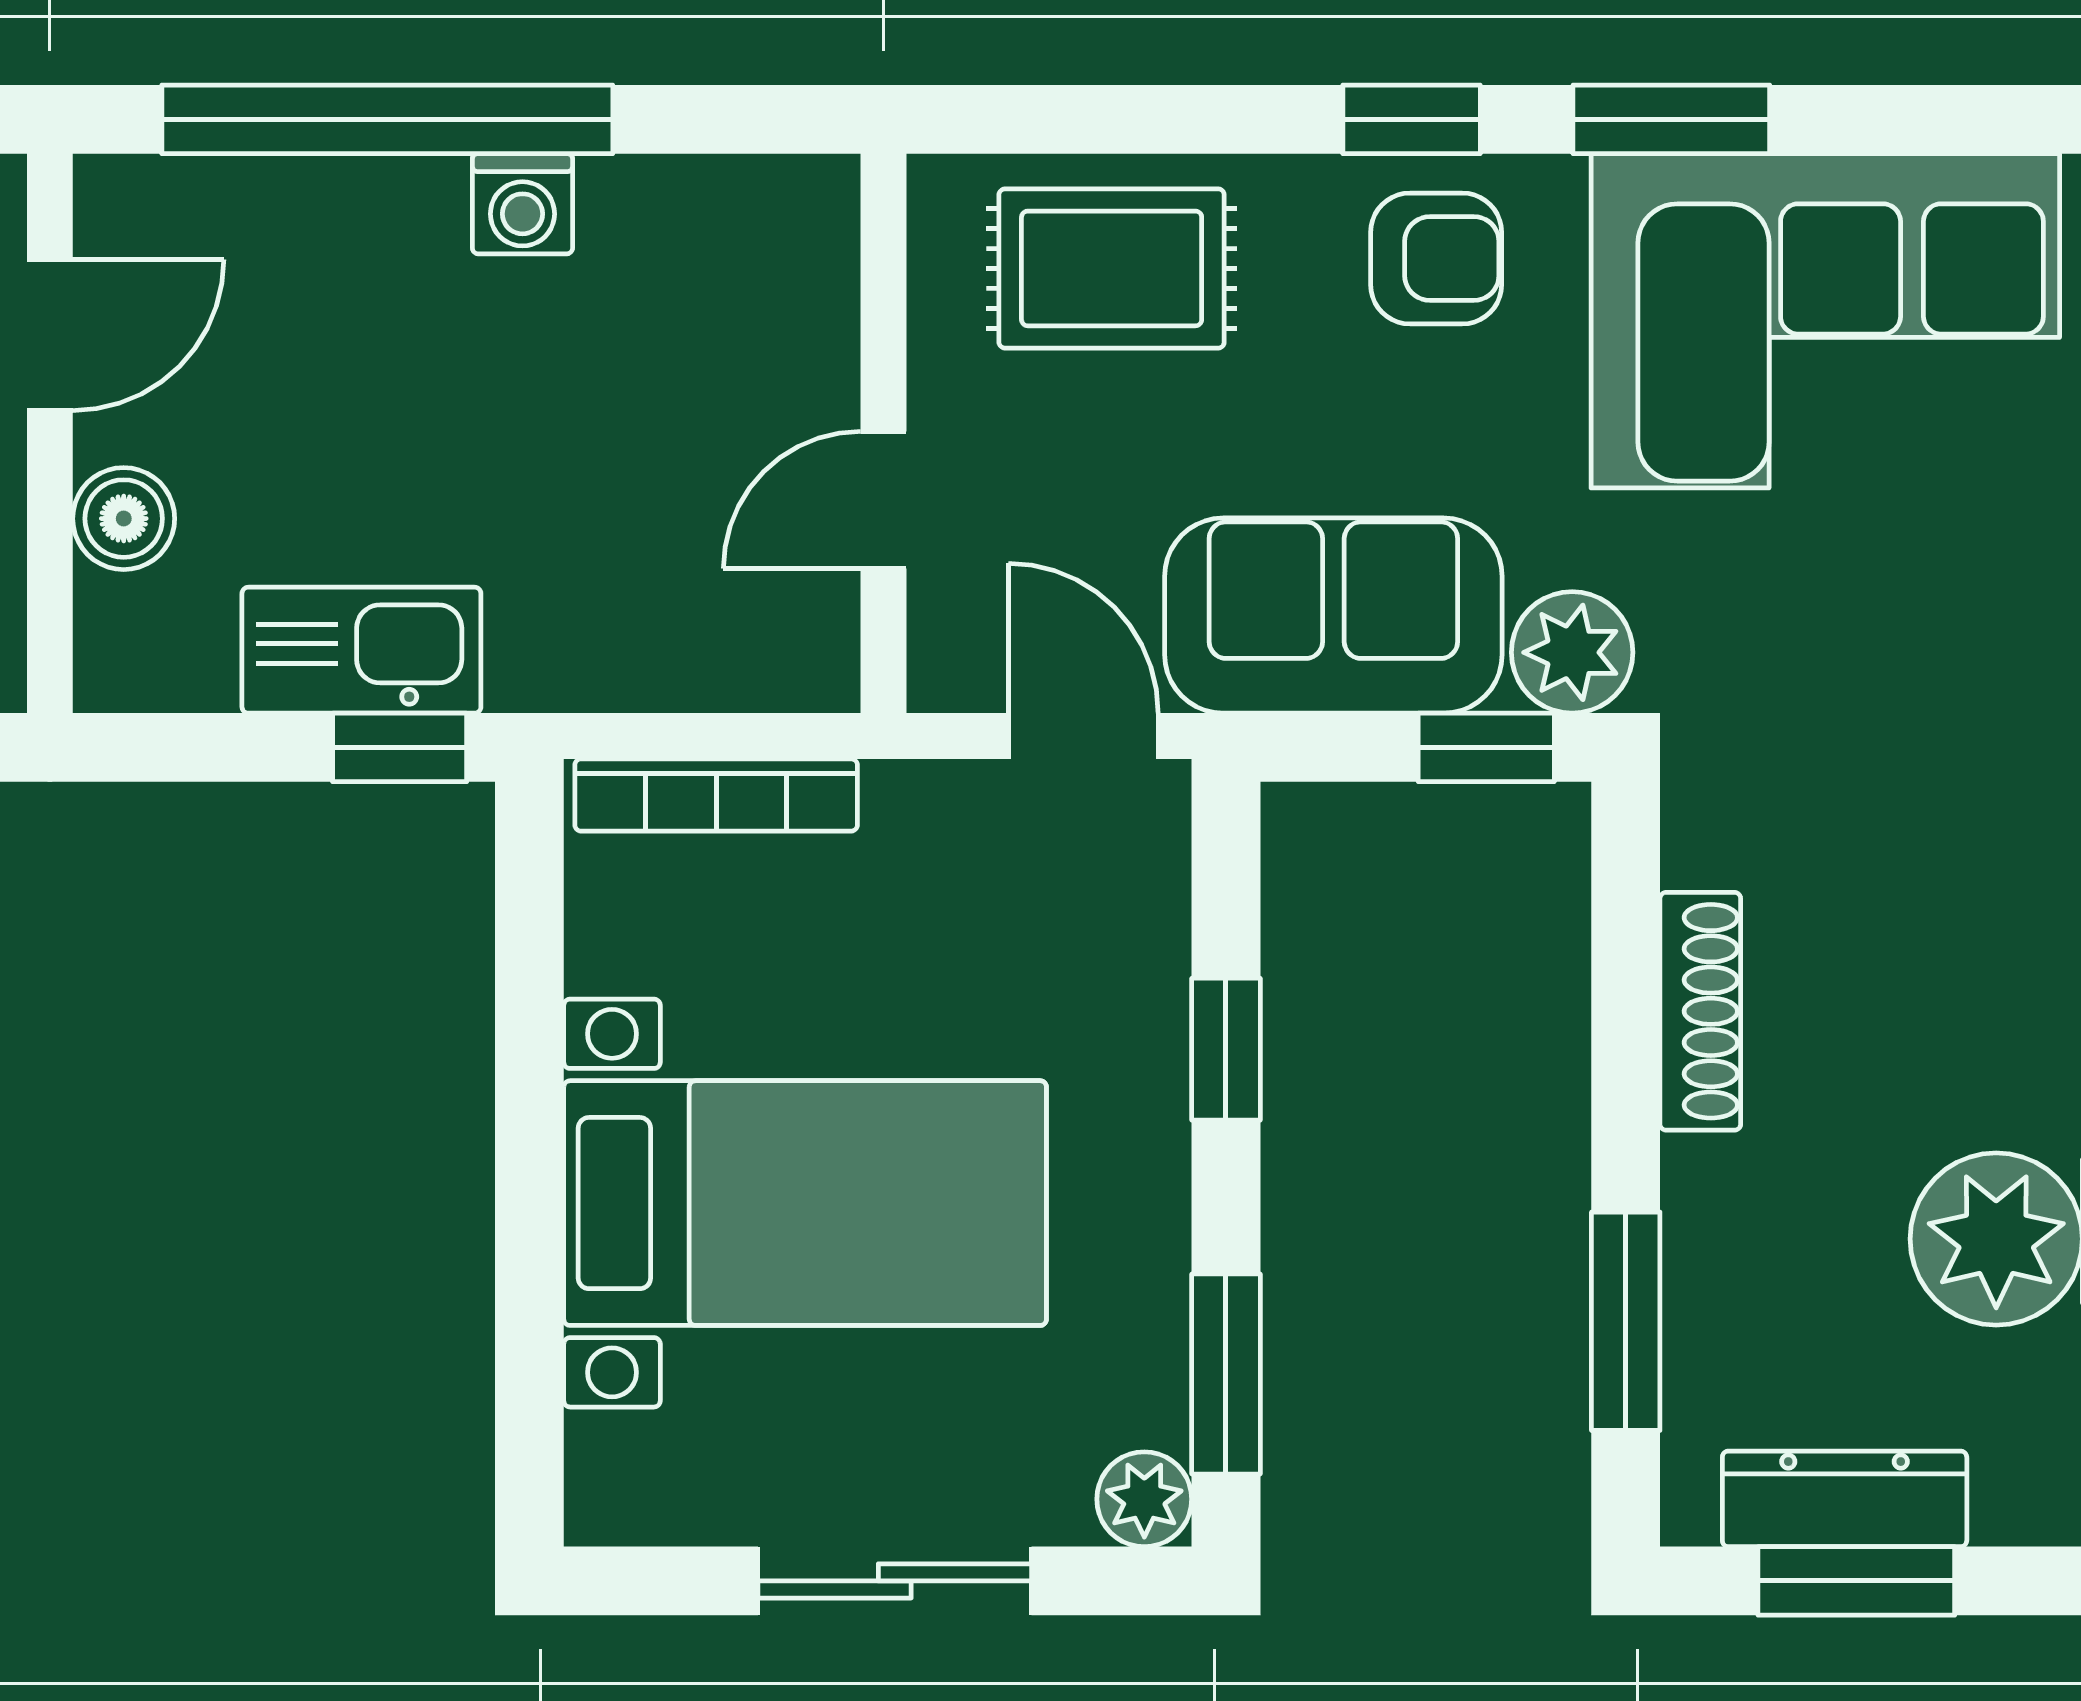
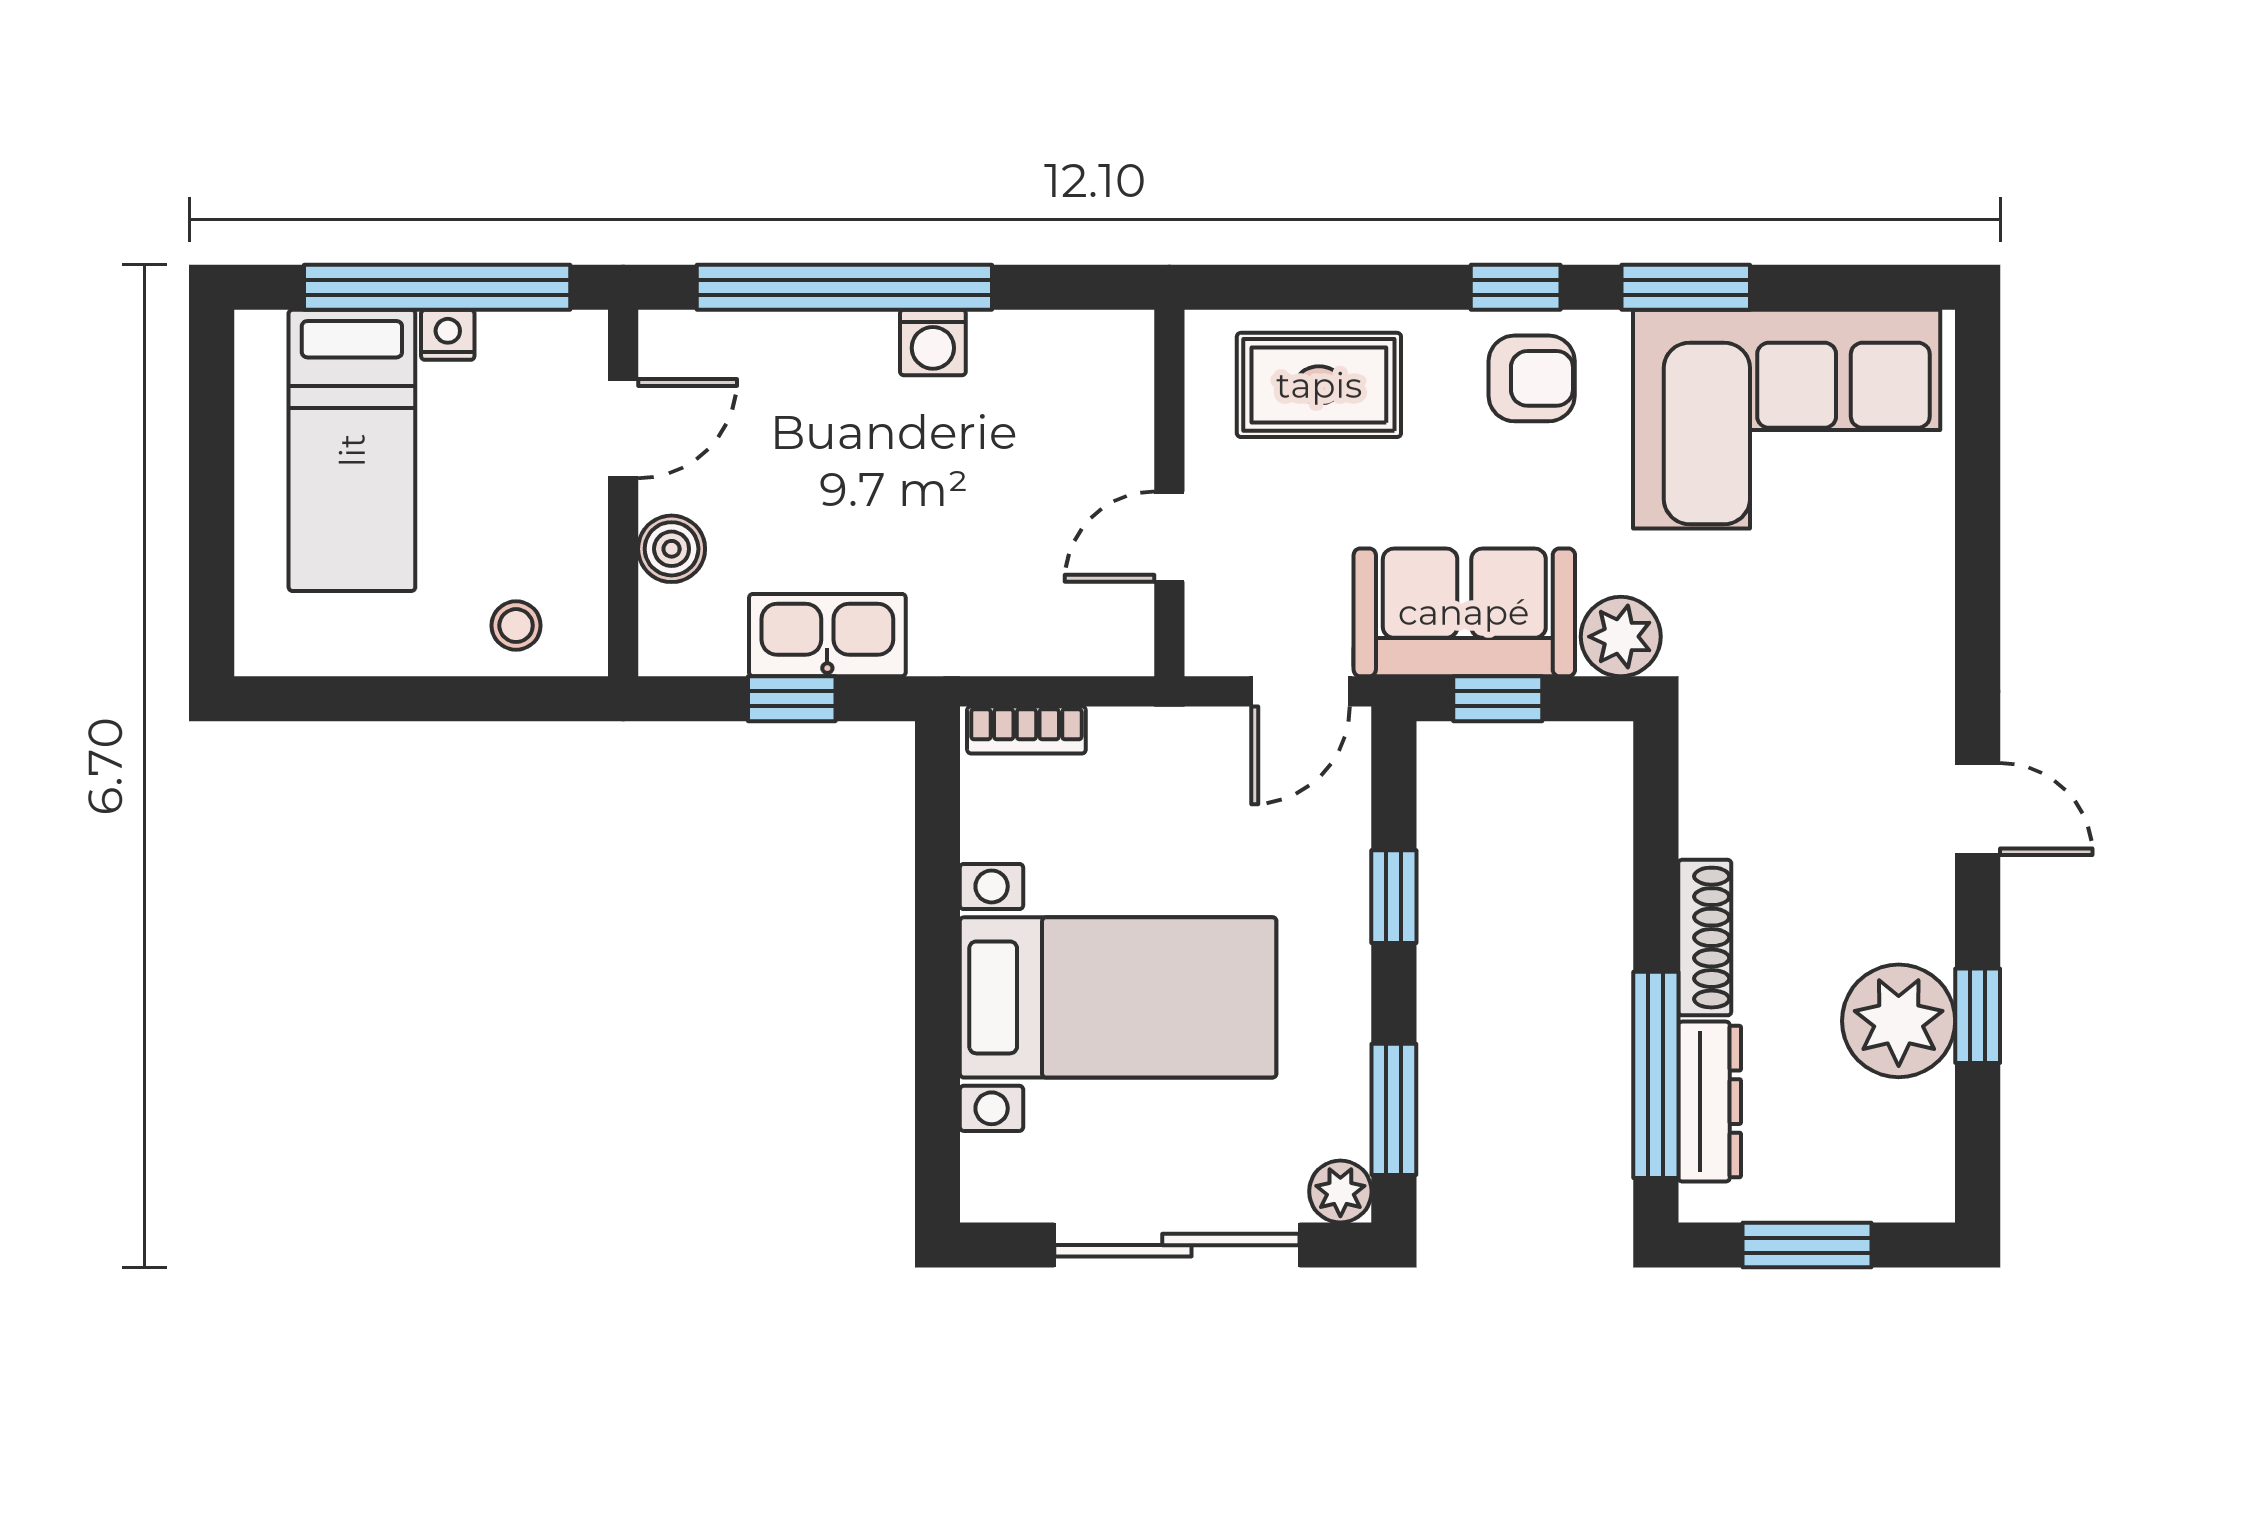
door: (1083, 736) -> (1300, 691), swing flipped
window: (400, 747) -> (792, 699), moved
window: (1486, 747) -> (1498, 699), moved
bookcase: (716, 795) -> (1026, 730), width x0.64
shoe rack: (1700, 1011) -> (1705, 938), moved
window: (1626, 1321) -> (1656, 1075), width x1.44
dresser: (1845, 1499) -> (1710, 1102), moved, turned 90
sliding door: (895, 1581) -> (1177, 1245), width x1.37

